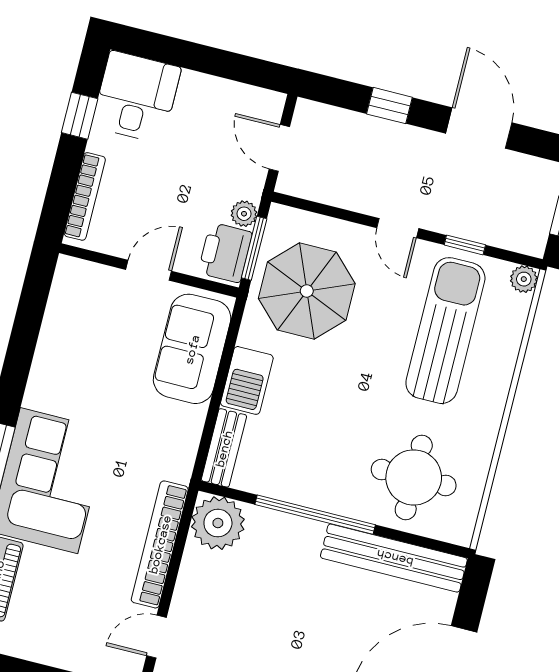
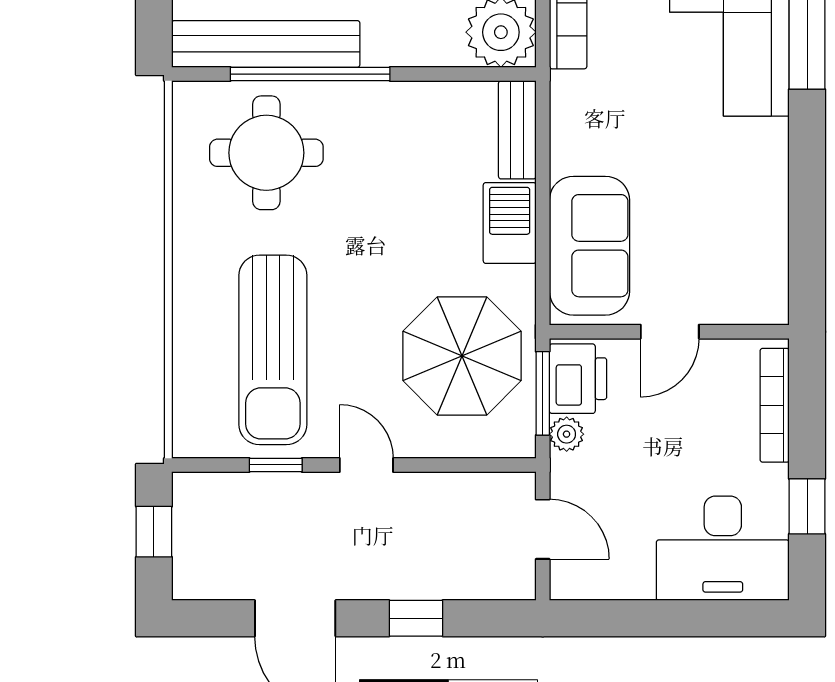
desk: (136, 97) -> (723, 548), width x1.37
plant: (524, 279) -> (190, 440), removed
window: (315, 515) -> (310, 74), moved

